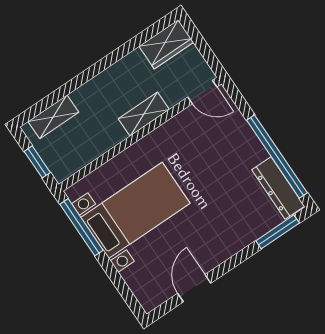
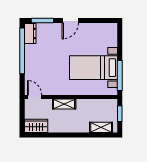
dresser: (278, 188) -> (30, 33), width x0.70
door: (194, 288) -> (70, 20), moved

